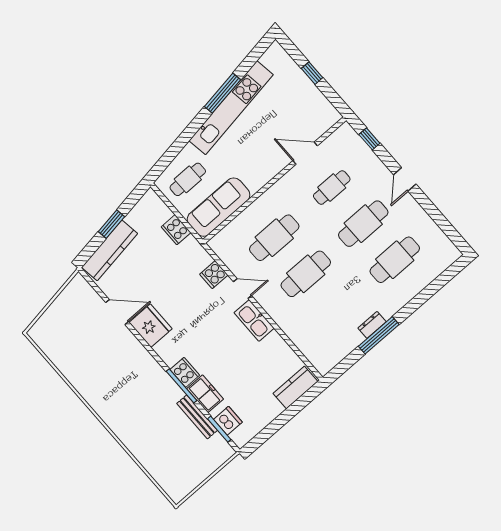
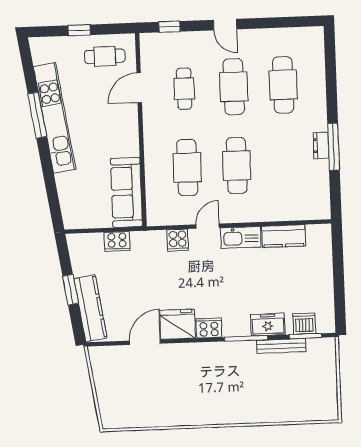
cafe table: (188, 179) -> (105, 56), moved, turned 90
cooker: (185, 372) -> (209, 328), moved
kitchen counter: (295, 387) -> (283, 236), moved, turned -90

